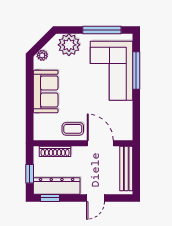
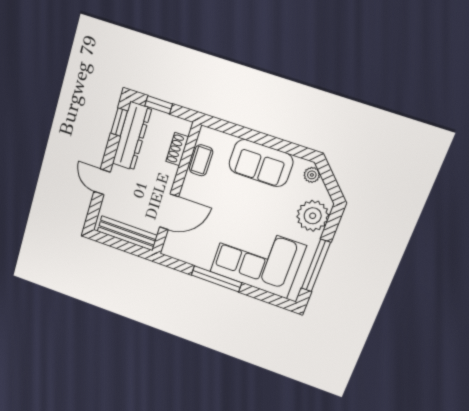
window: (136, 71) -> (216, 279), moved
coffee table: (73, 129) -> (201, 160), moved
shoe rack: (55, 151) -> (177, 149), width x0.70

